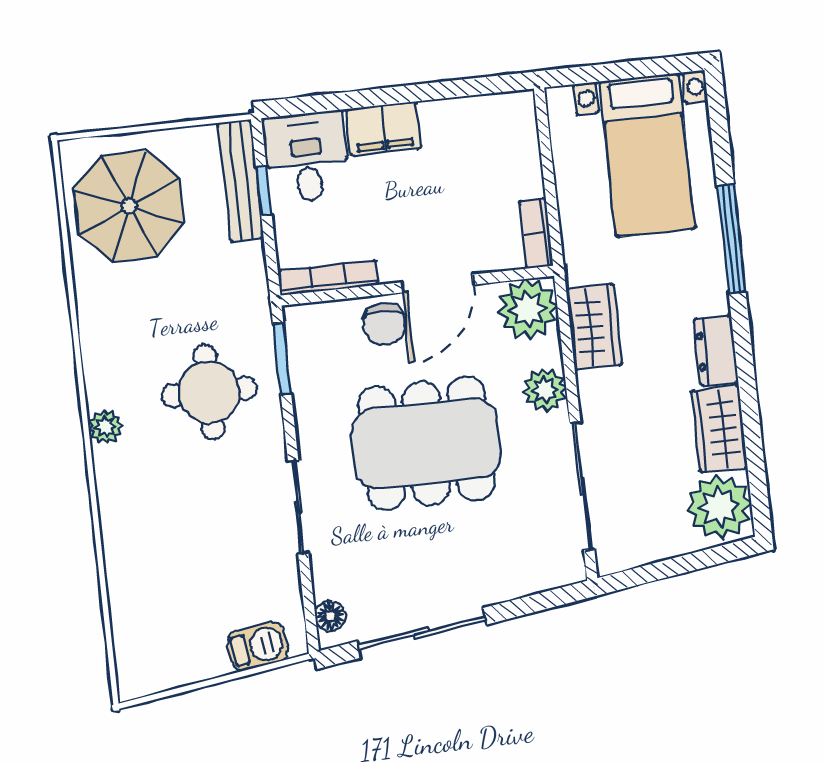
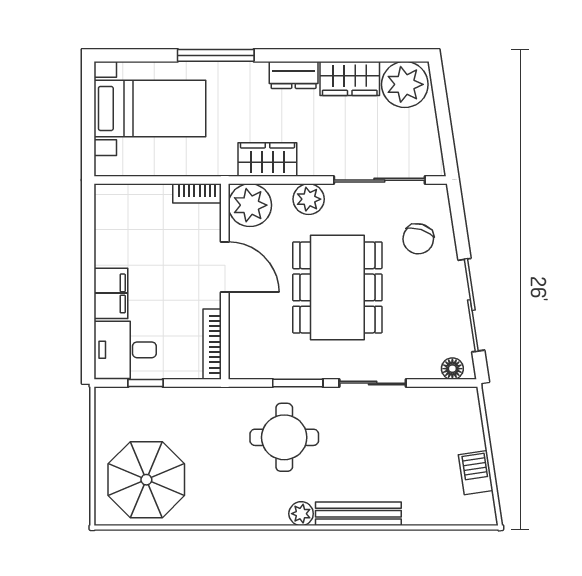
bench: (241, 181) -> (358, 514), moved
chair: (384, 324) -> (418, 239), moved, turned 107
window: (282, 358) -> (298, 383), moved
barbecue: (258, 646) -> (476, 473), moved

